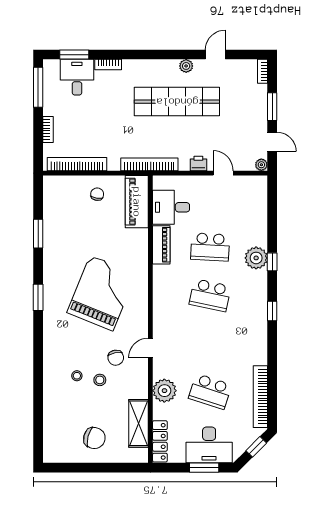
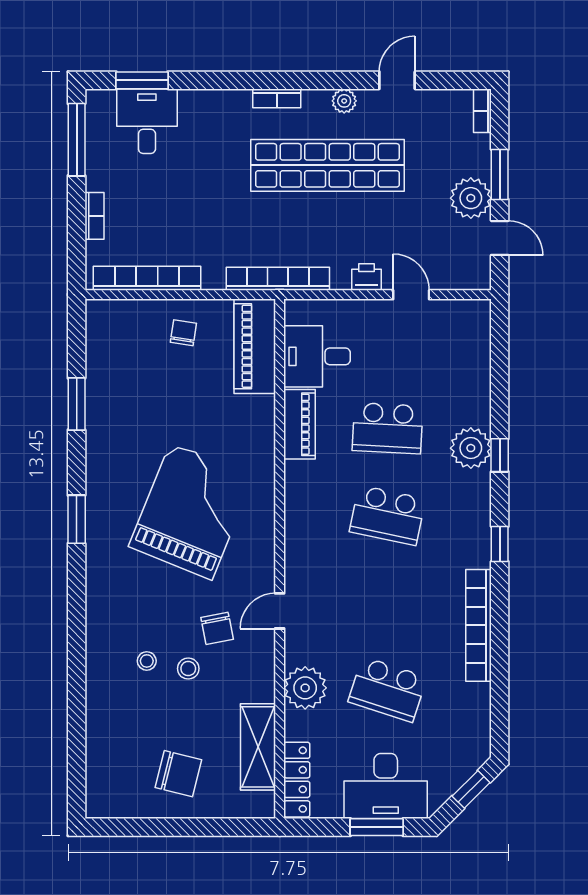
bookcase: (108, 65) -> (277, 98), moved
plant: (261, 165) -> (471, 198), moved, width x1.88, depth x1.88
bookcase: (260, 397) -> (478, 625), moved

